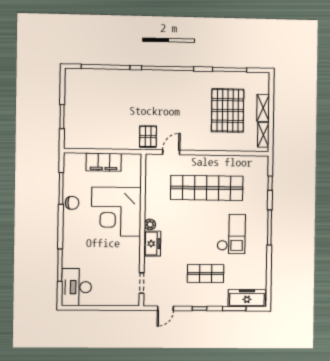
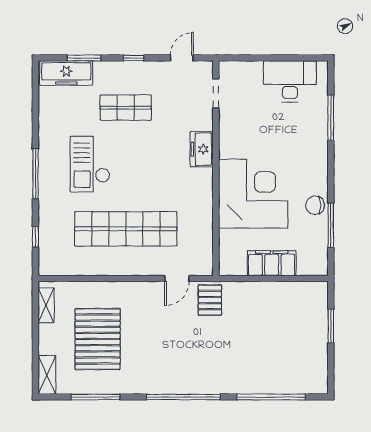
shelving: (263, 108) -> (47, 375), moved
plant: (150, 224) -> (205, 176), removed
desk: (76, 287) -> (290, 81), moved, turned -90

